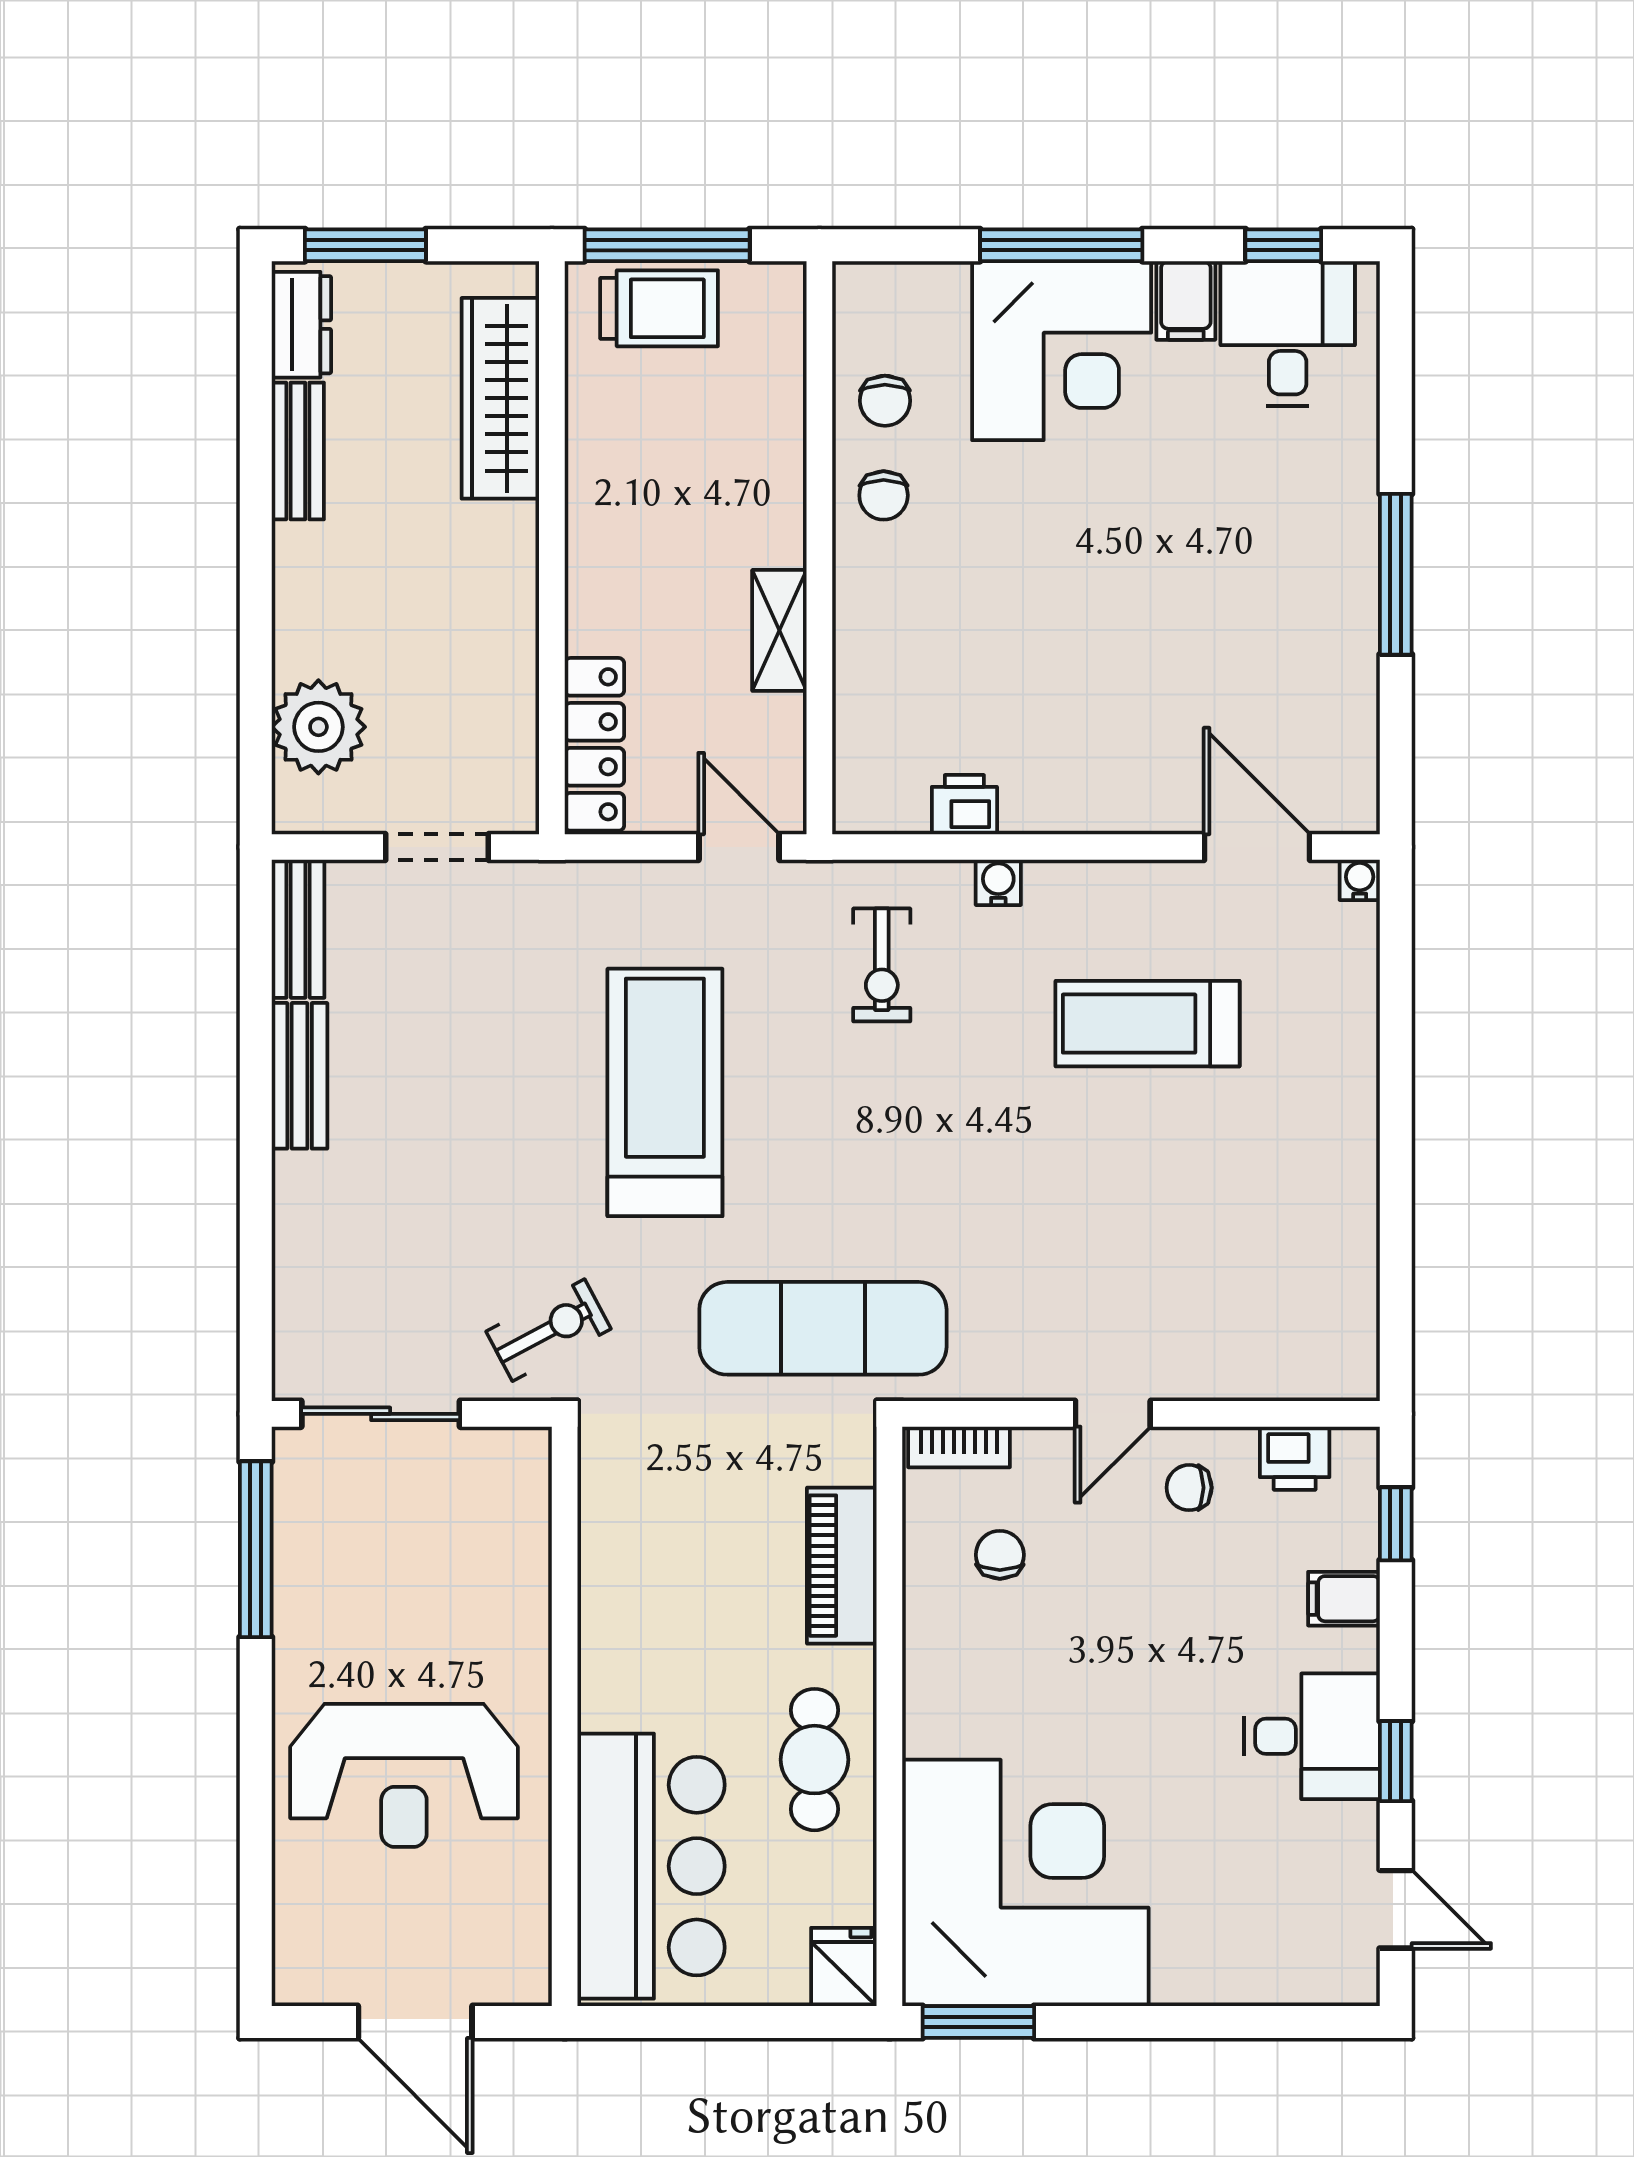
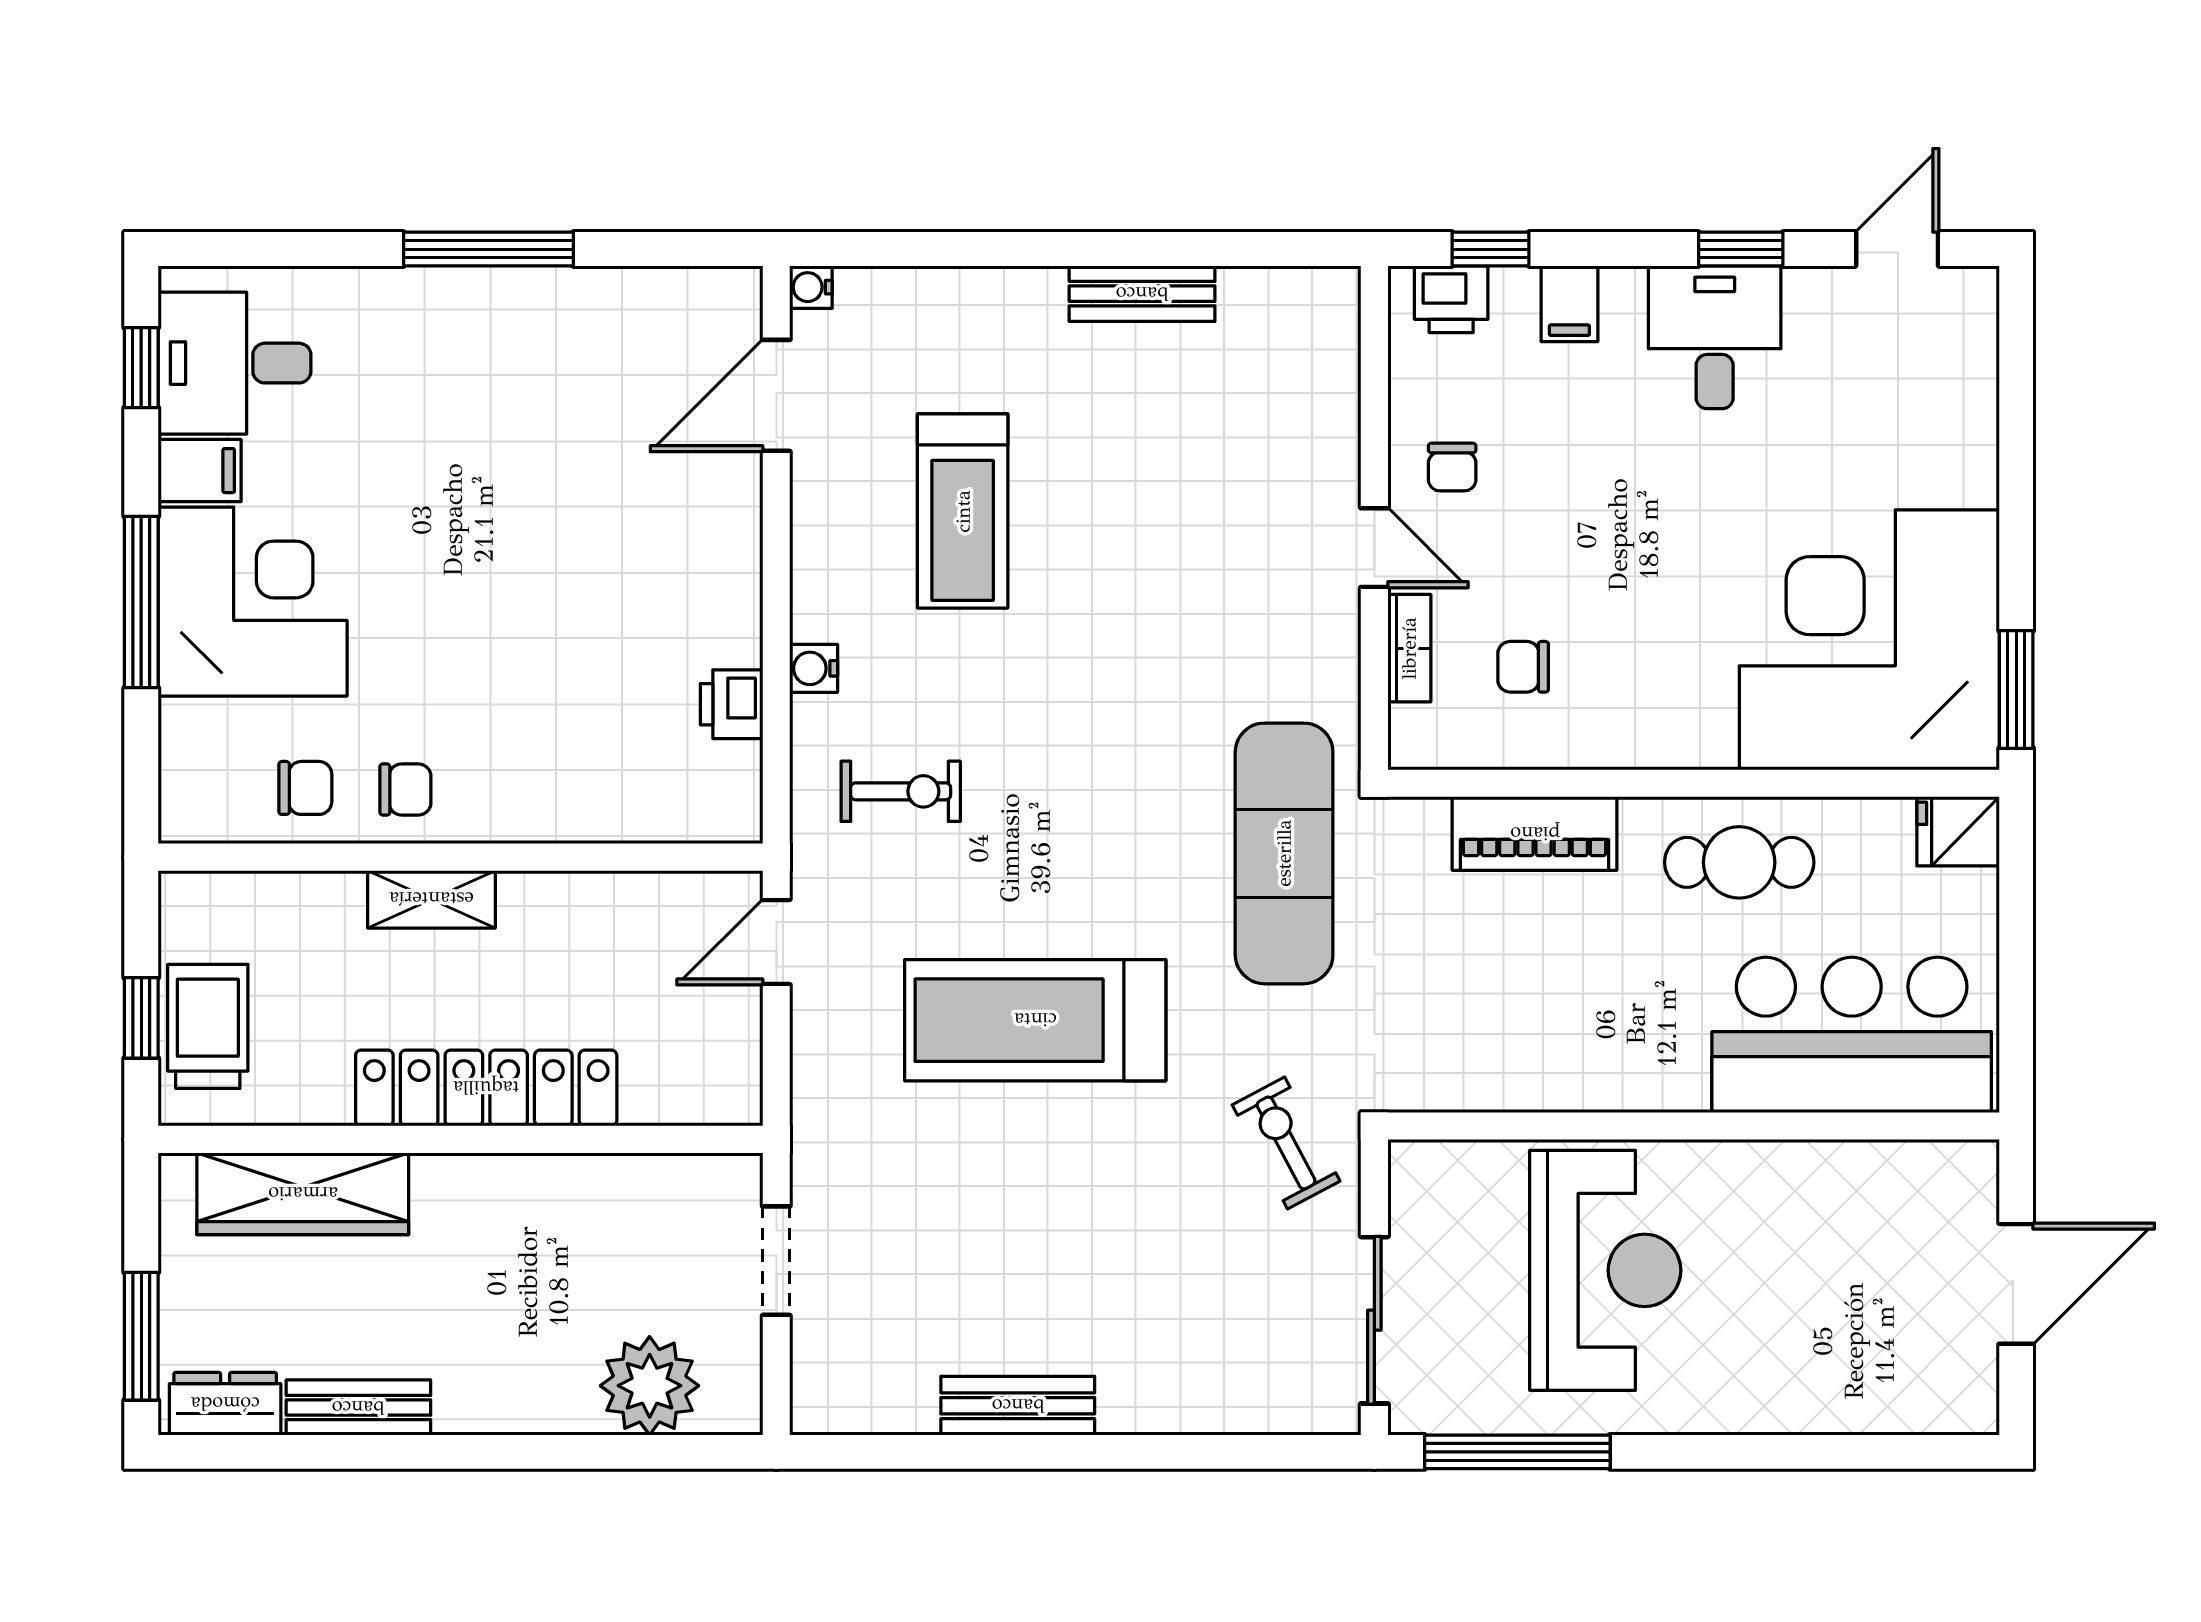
window: (667, 245) -> (141, 1018), width x0.46
shelving: (779, 630) -> (431, 899), moved
locker: (594, 744) -> (486, 1088), moved, width x1.41, depth x1.21
bench: (298, 929) -> (1142, 294), moved
bookcase: (959, 1447) -> (1409, 648), moved
printer: (1295, 1458) -> (1451, 299), moved, turned 90
reception desk: (404, 1775) -> (1605, 1270), moved

